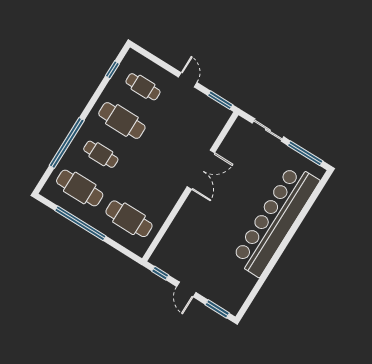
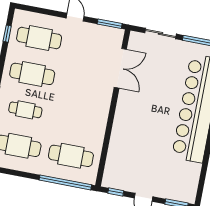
cafe table: (143, 87) -> (39, 38), width x1.37, depth x1.35
double door: (201, 170) -> (120, 68), moved
window: (80, 223) -> (65, 182), moved

